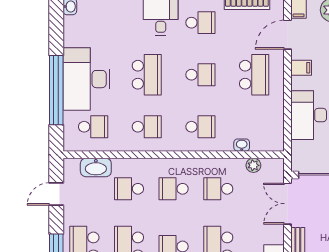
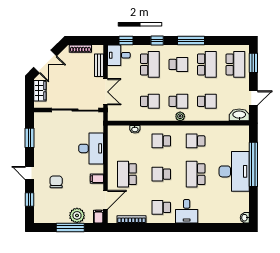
school desk: (93, 127) -> (230, 141), removed
plant: (253, 165) -> (180, 116), moved
washbasin: (96, 167) -> (239, 115), moved

